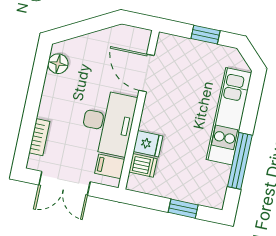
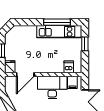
kitchen unit: (229, 116) -> (59, 32), moved
fridge: (148, 144) -> (10, 67), moved

